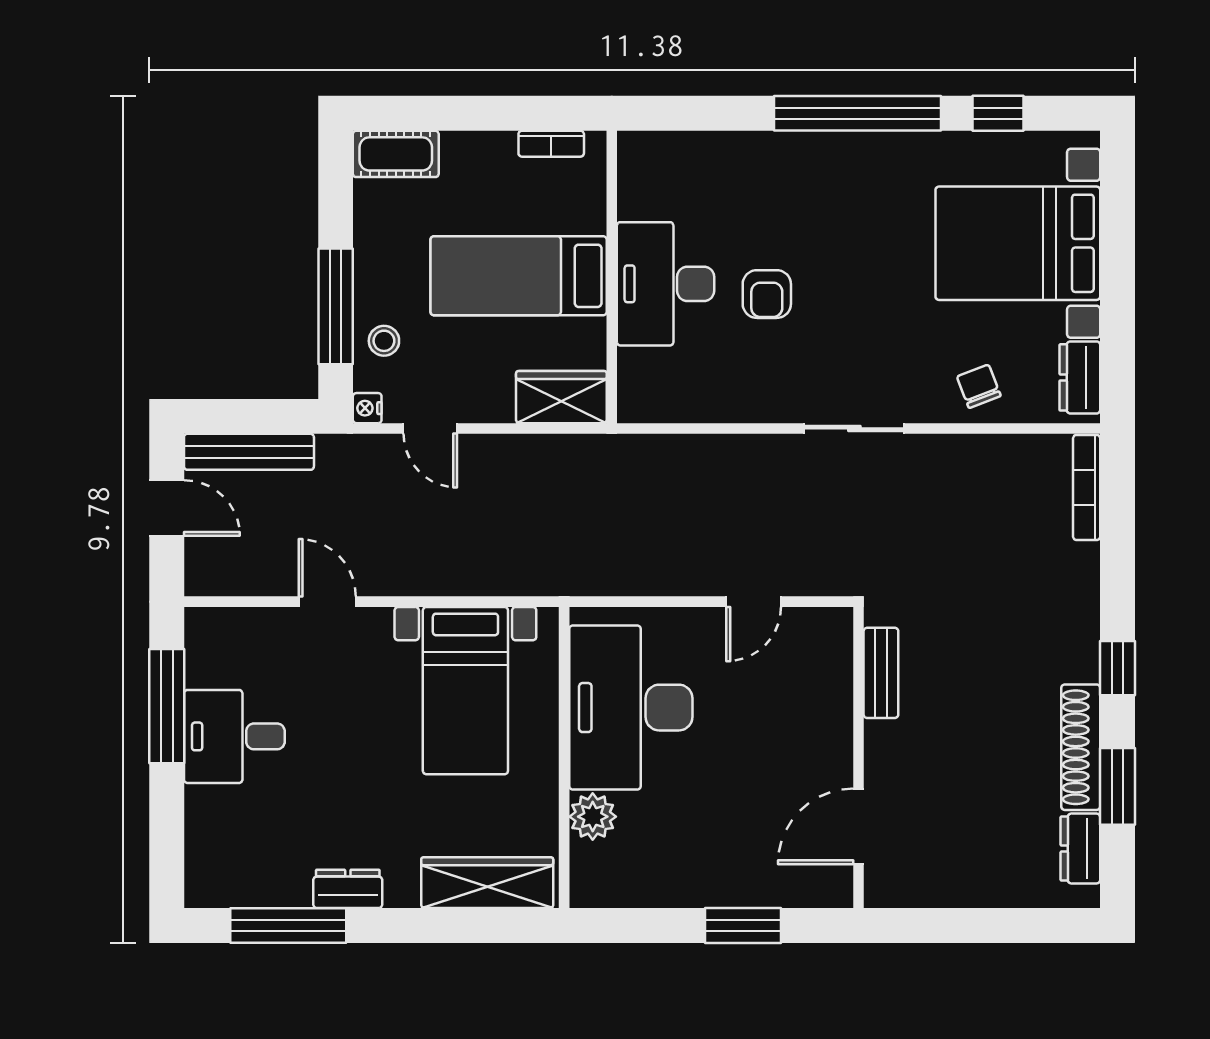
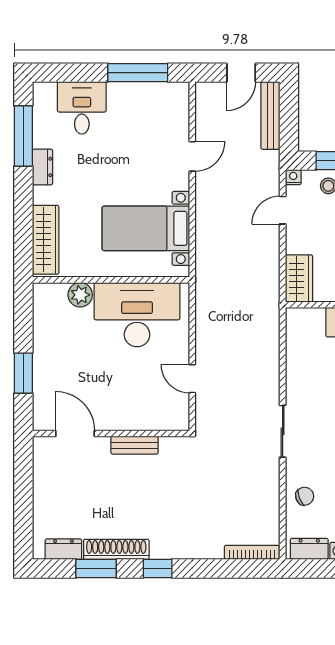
bench: (881, 673) -> (135, 445), moved
desk: (234, 736) -> (82, 108), moved

